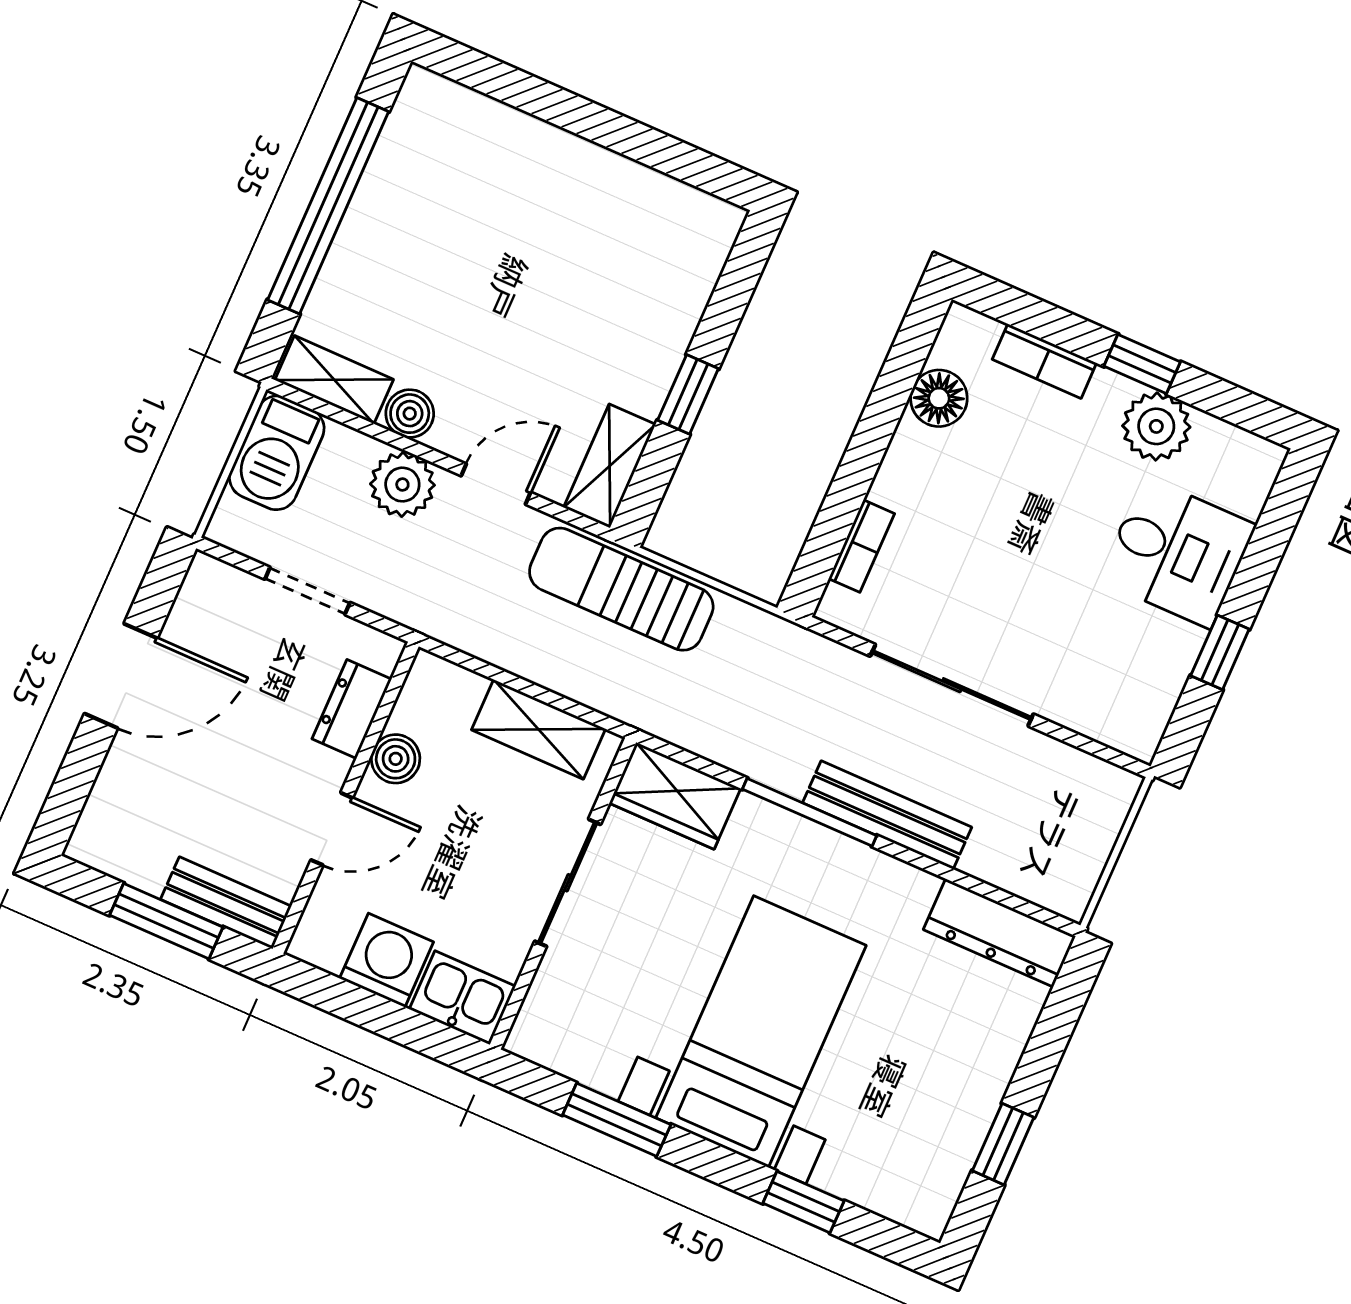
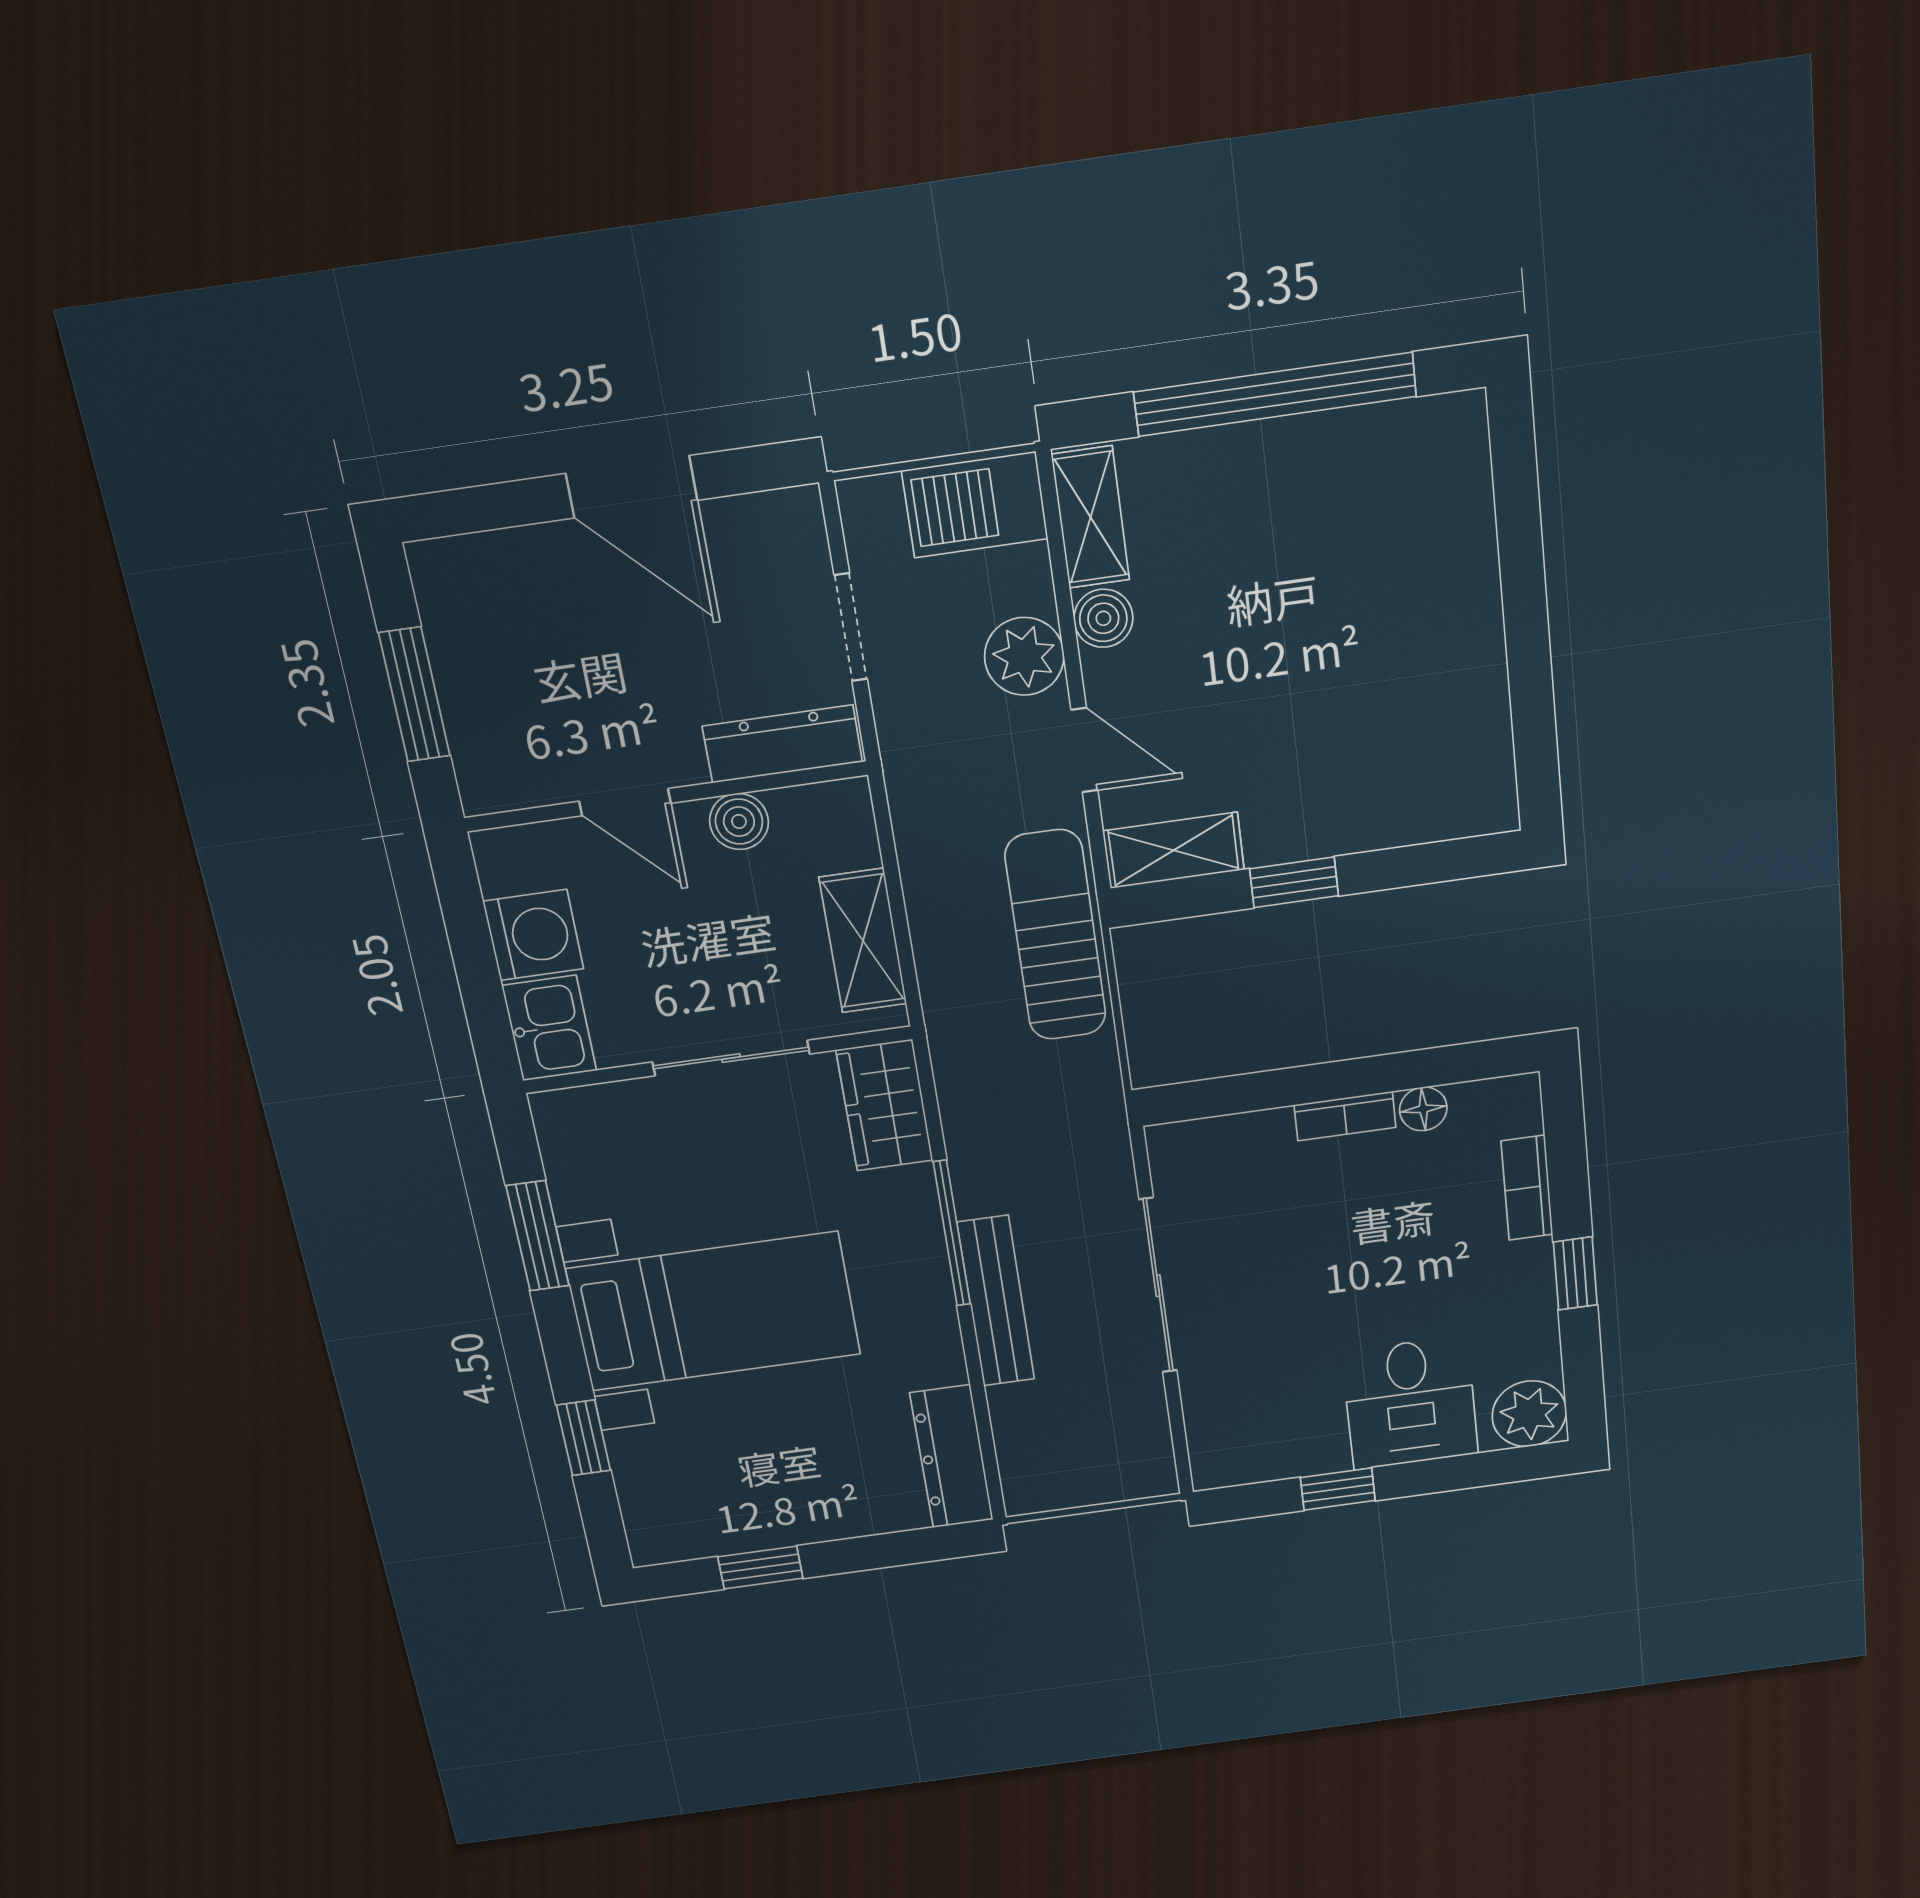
floor lamp: (939, 398) -> (1423, 1109), width x0.73, depth x0.73
plant: (1156, 426) -> (1529, 1414), moved
bookcase: (862, 546) -> (1345, 1116), moved
dresser: (352, 709) -> (782, 744), width x1.44
bench: (226, 903) -> (476, 743), removed

